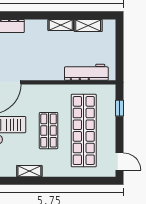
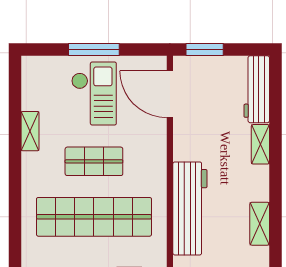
shelving: (61, 25) -> (260, 144), moved
workbench: (86, 72) -> (190, 208), width x1.36, depth x1.32

